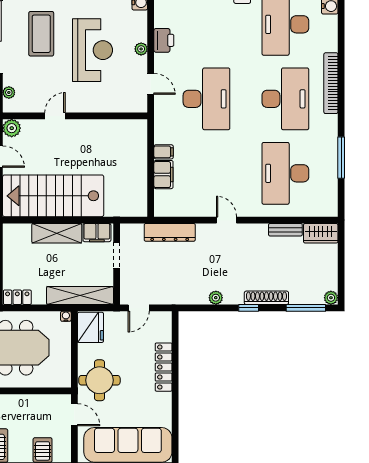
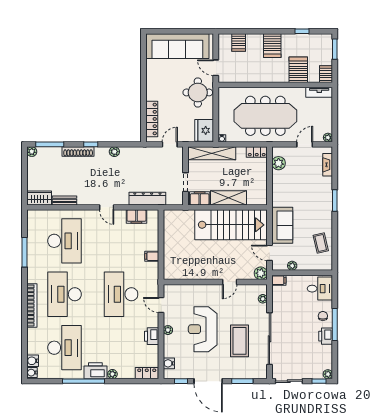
filing cabinet: (163, 175) -> (136, 216), moved, turned -90
locker: (164, 367) -> (152, 119), moved

